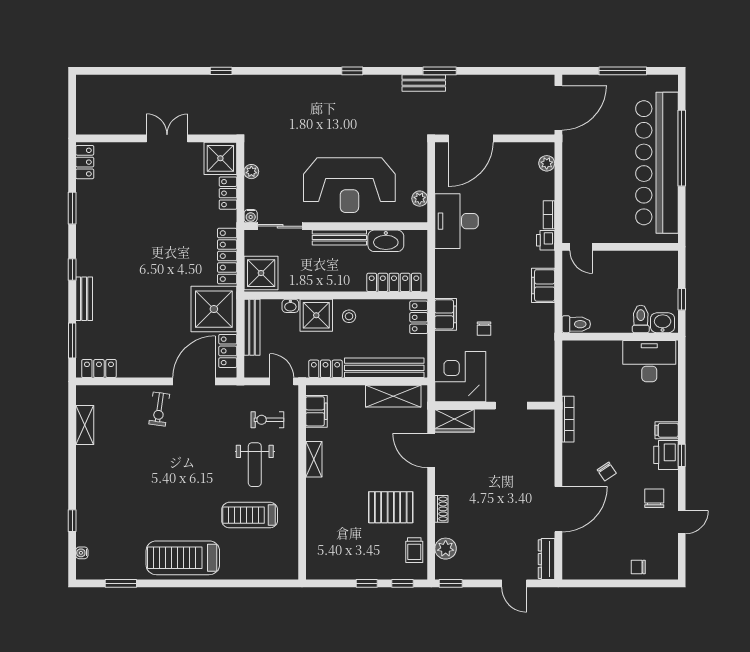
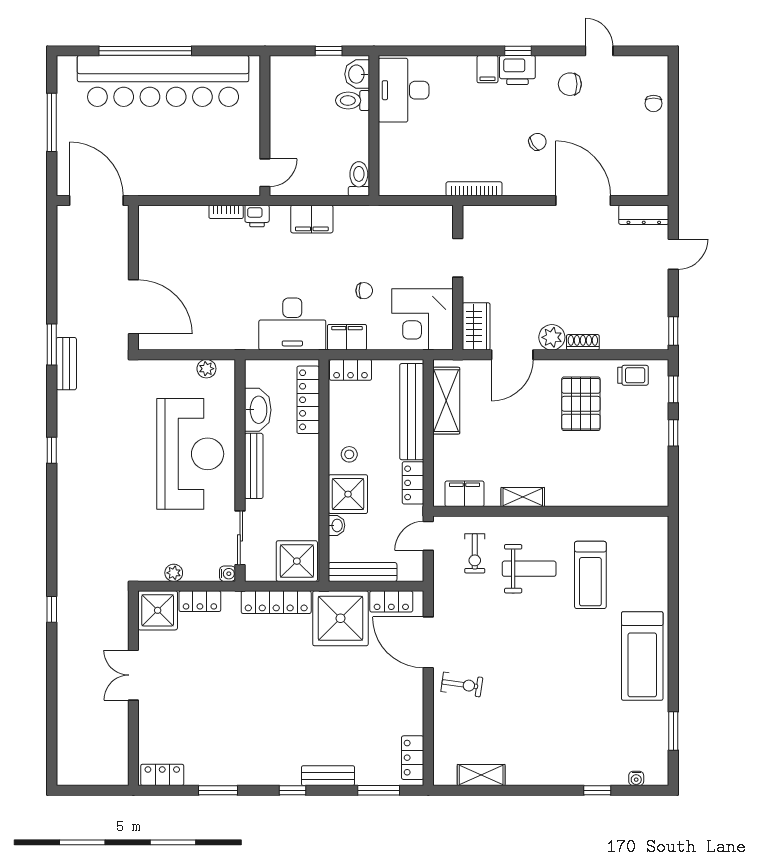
plant: (547, 163) -> (164, 215), removed
desk: (457, 221) -> (292, 324), moved
plant: (446, 549) -> (552, 337), moved

